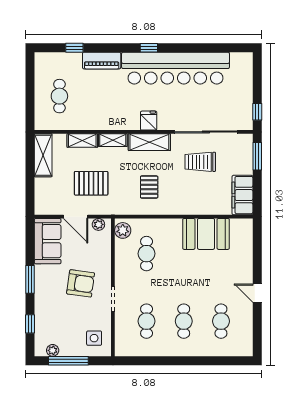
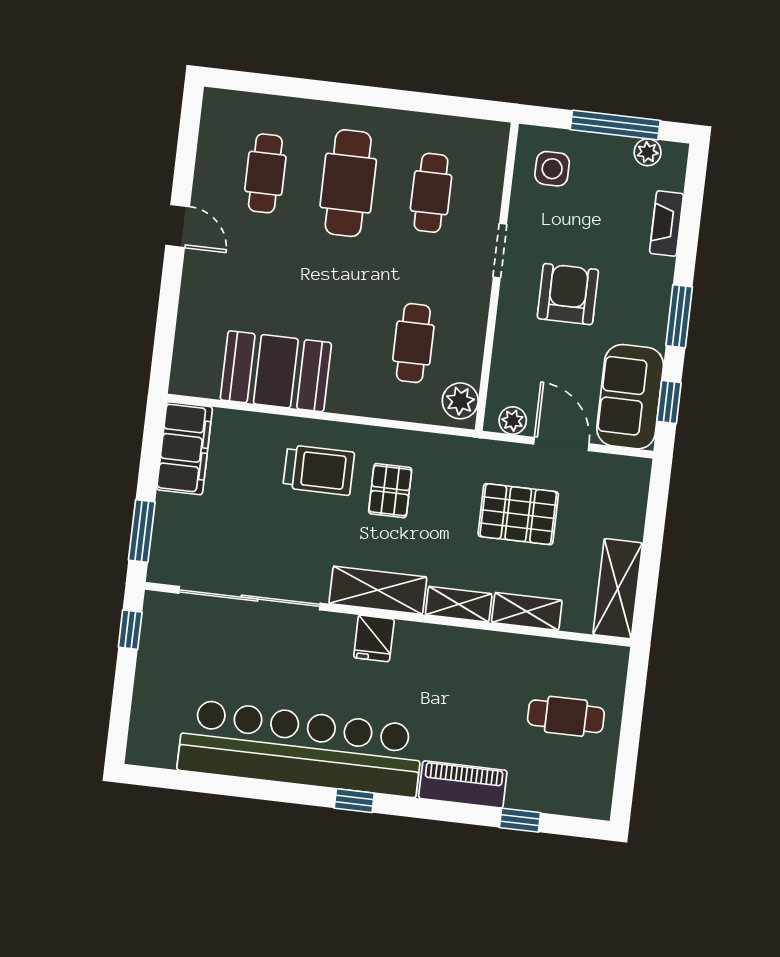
cafe table: (59, 96) -> (566, 716), turned 90
trolley: (200, 162) -> (319, 470), moved
armchair: (81, 283) -> (568, 294), turned 82
fireplace: (41, 320) -> (667, 223), added
cafe table: (184, 321) -> (348, 183), width x1.37, depth x1.35
window: (30, 324) -> (669, 402), moved

